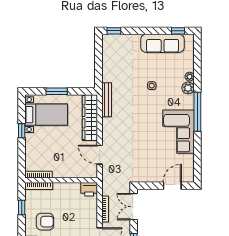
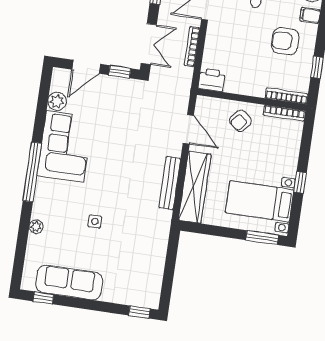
plant: (188, 88) -> (57, 101), moved
window: (57, 91) -> (262, 238), moved
bench: (107, 100) -> (170, 183), moved
armchair: (66, 165) -> (240, 121), added
window: (150, 186) -> (120, 72), added

